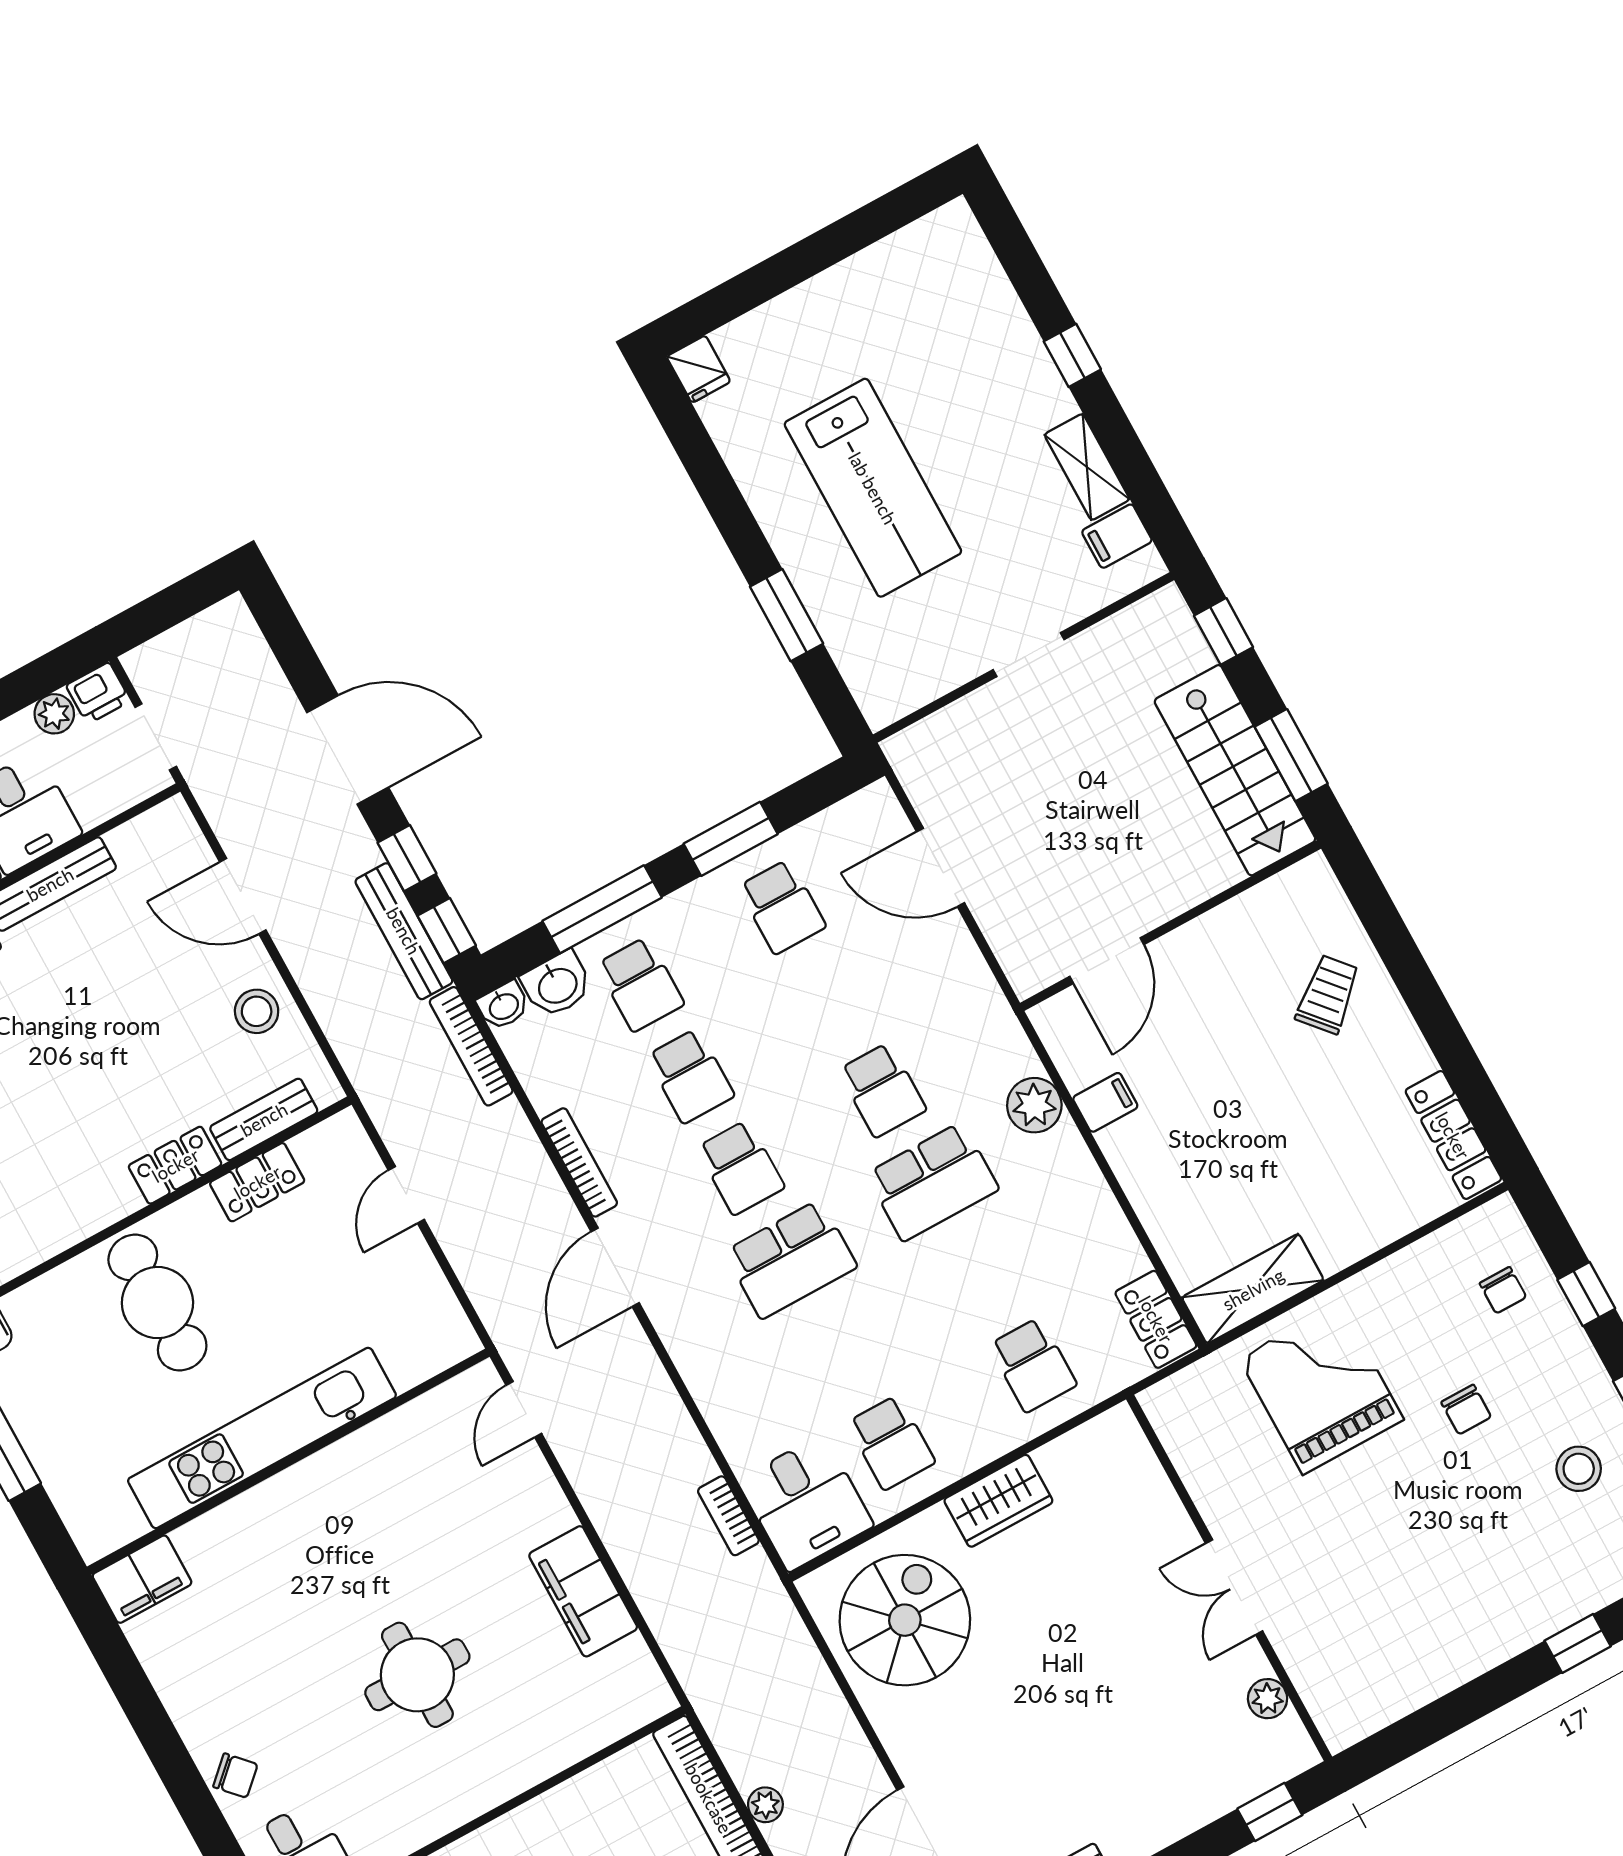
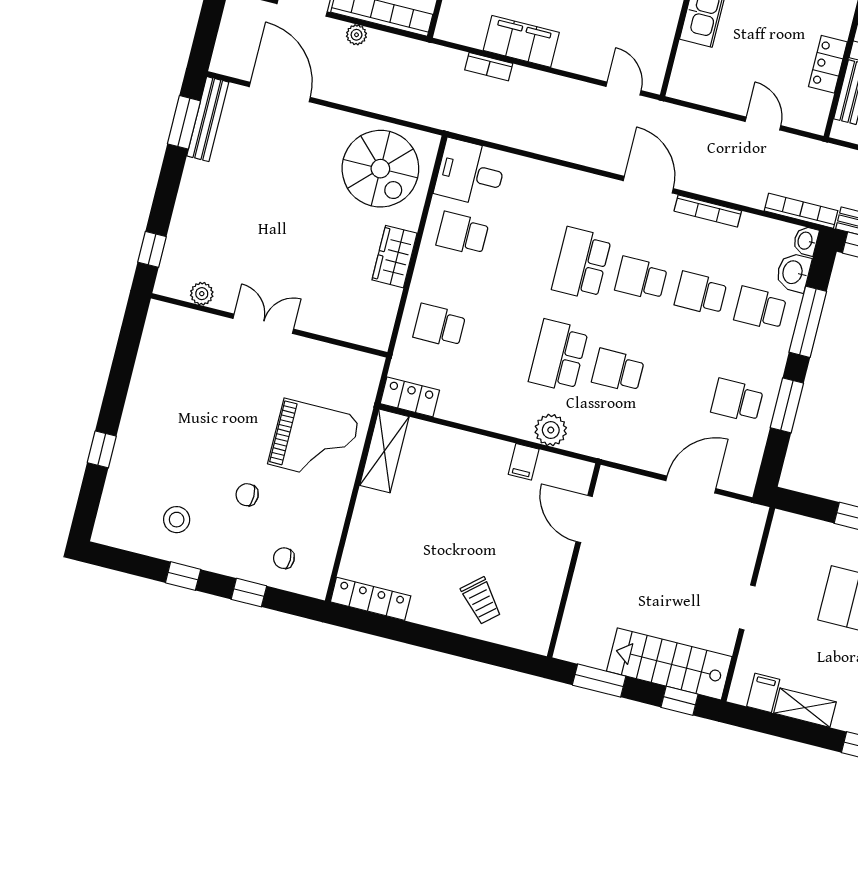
stairs: (1235, 770) -> (669, 664), moved
bookcase: (728, 1516) -> (489, 67), moved, turned 180

